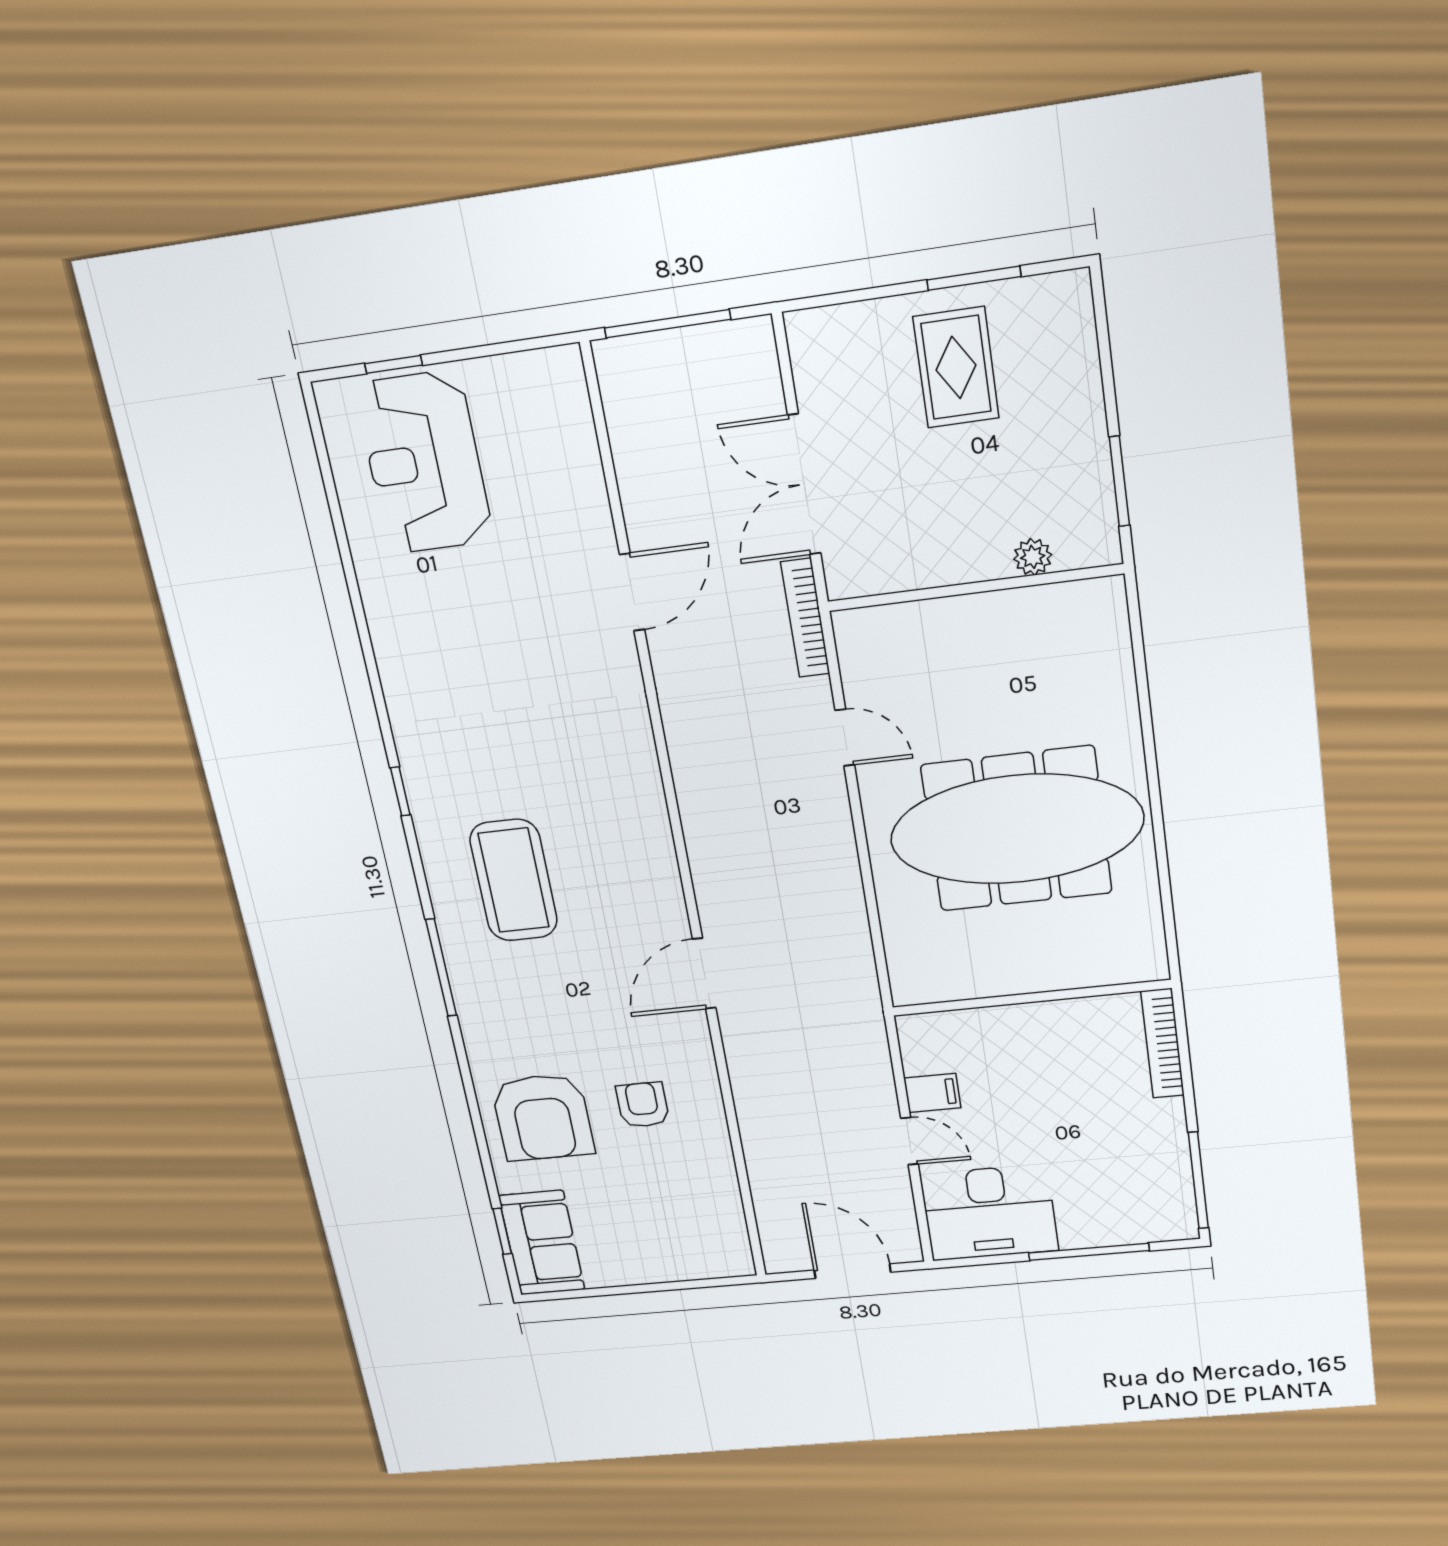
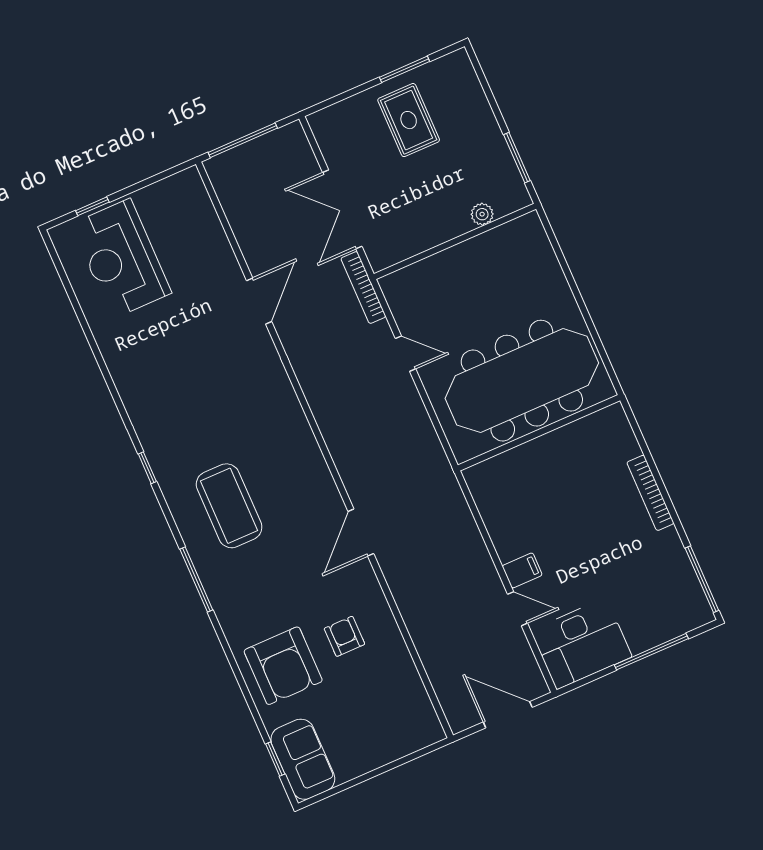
wall: (1031, 998) -> (539, 433), moved

